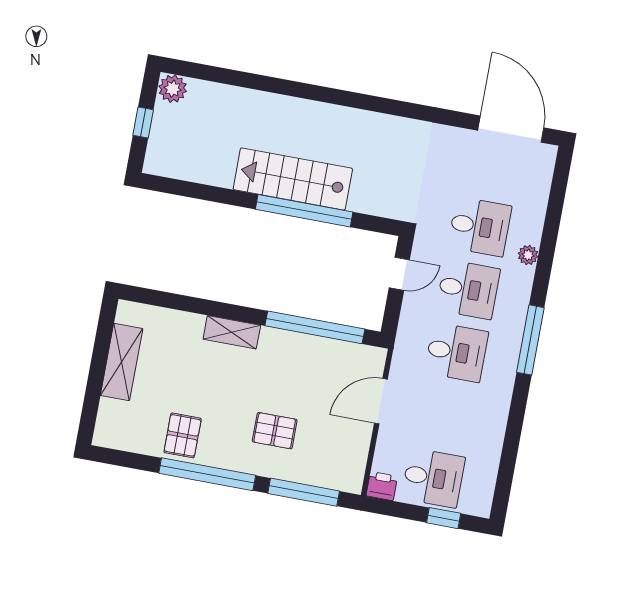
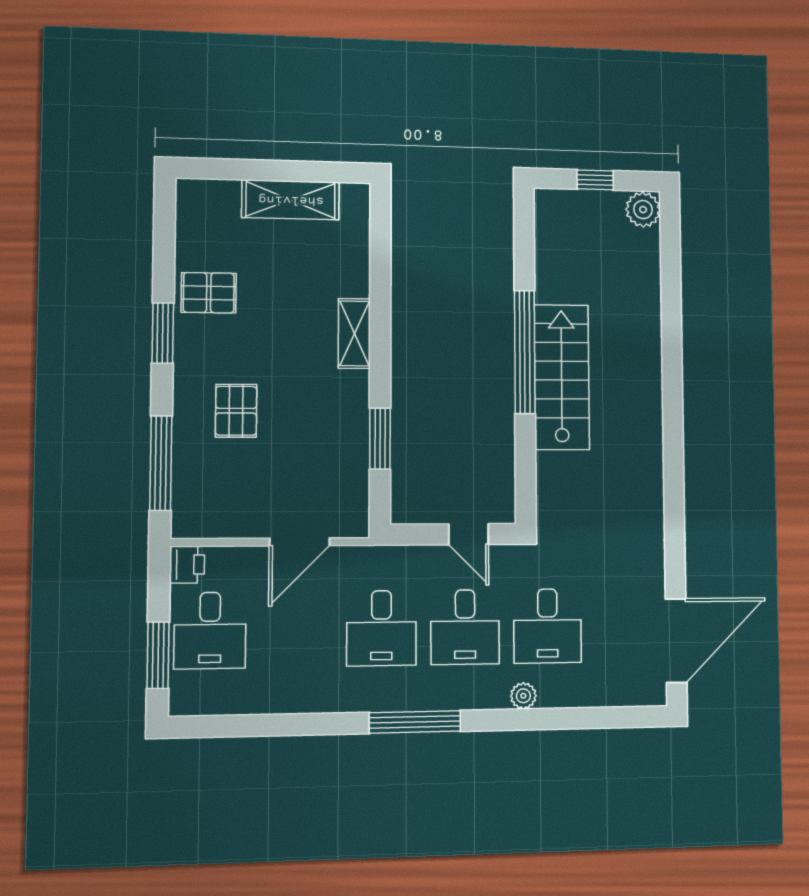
window: (304, 211) -> (525, 352), moved
window: (315, 327) -> (380, 439), width x0.47
door: (381, 401) -> (300, 542), swing flipped
window: (207, 474) -> (163, 333), width x0.47
window: (444, 518) -> (158, 655), width x1.50

